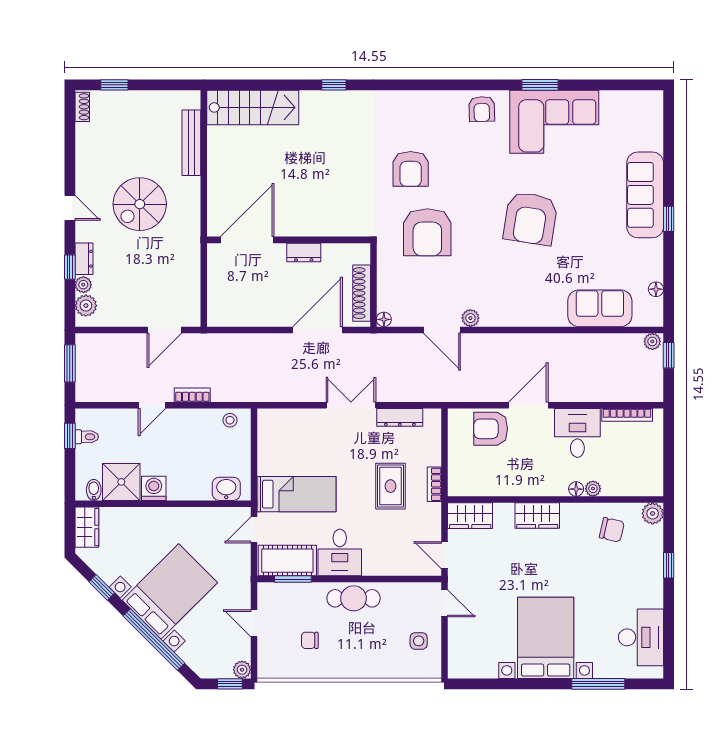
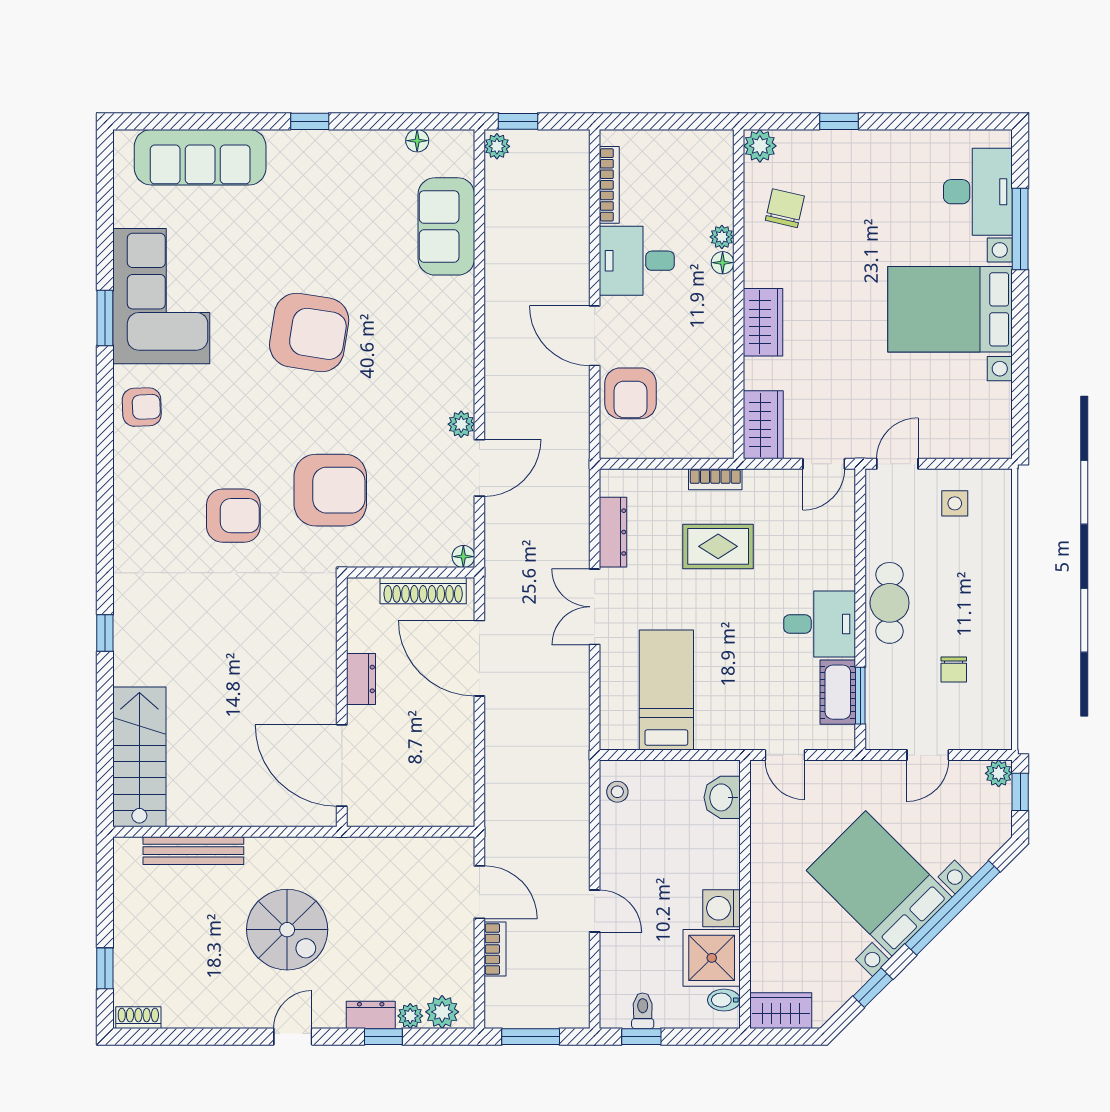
sofa: (645, 195) -> (200, 157), moved
bookcase: (192, 395) -> (495, 949), moved, turned 180
bed: (297, 494) -> (666, 690), moved
cot: (287, 561) -> (838, 692), width x0.73, depth x0.75
desk: (641, 637) -> (978, 192), moved, turned 90

